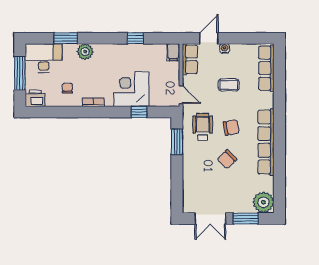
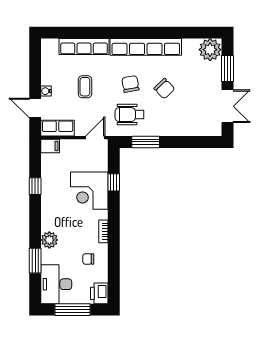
row of seats: (266, 68) -> (84, 47), moved

